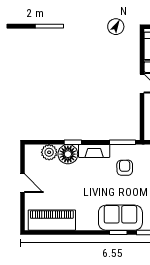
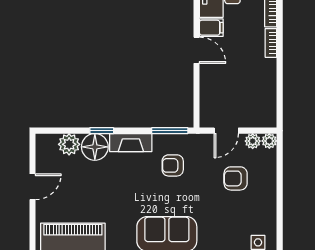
armchair: (125, 168) -> (173, 165), turned -89
door: (22, 183) -> (33, 187), hinge flipped

